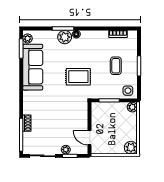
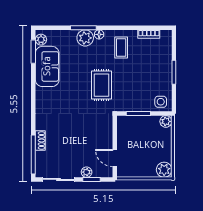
coffee table: (116, 66) -> (121, 47), moved
sofa: (33, 67) -> (47, 66), width x0.73
rug: (78, 77) -> (101, 85), turned 90

